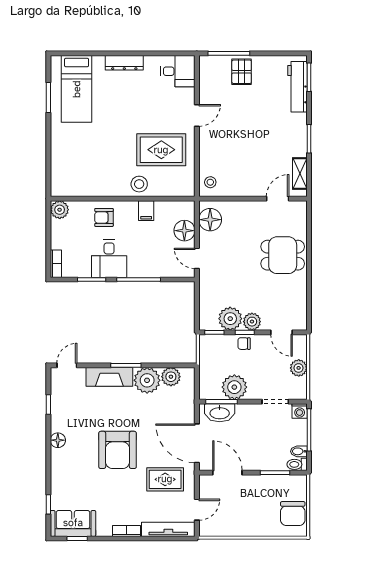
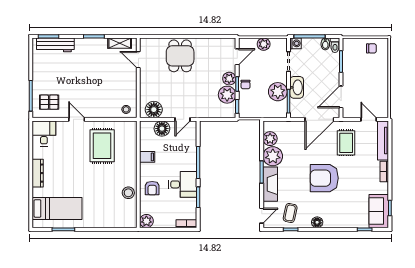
pallet: (242, 72) -> (49, 102), moved
stool: (139, 184) -> (128, 193), moved
door: (67, 365) -> (262, 216), swing flipped
coffee table: (70, 404) -> (290, 213), added
washbasin: (220, 413) -> (297, 87), moved
armchair: (118, 450) -> (324, 178), turned 180
chair: (293, 514) -> (371, 48), width x0.54, depth x0.54

